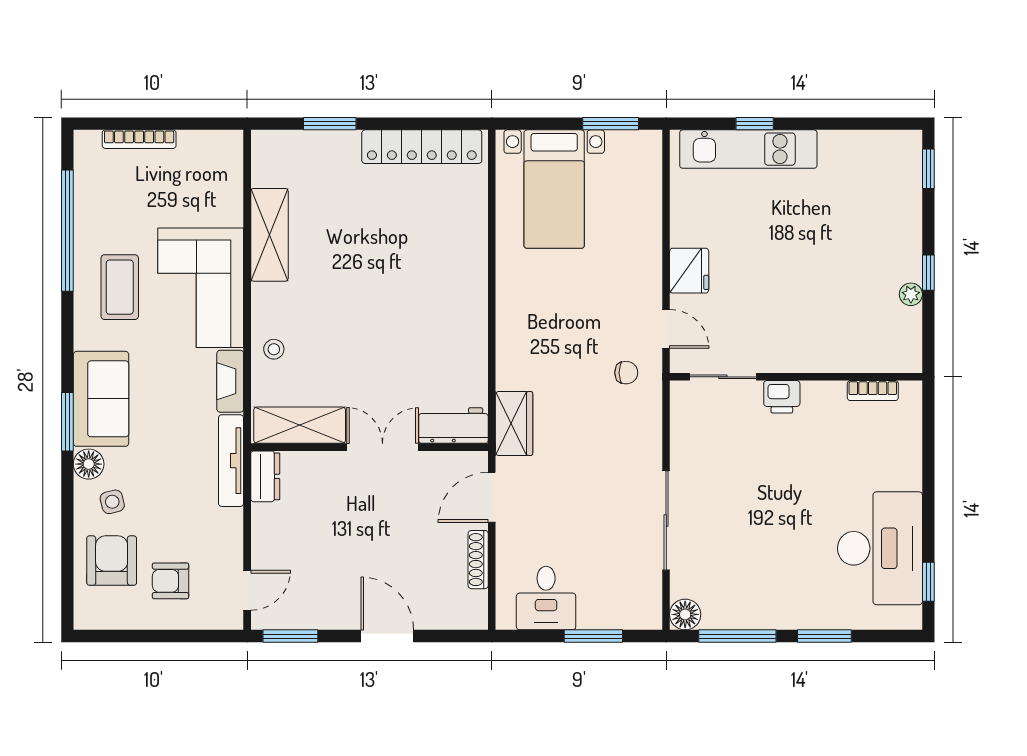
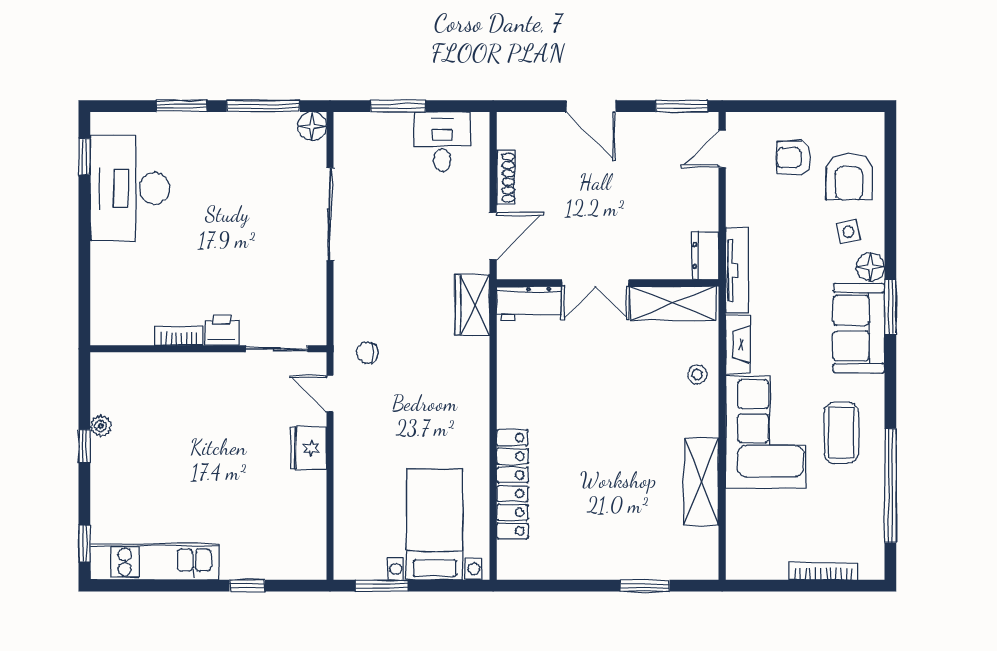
locker: (422, 147) -> (512, 484), moved, turned 90
kitchen unit: (748, 149) -> (154, 562), moved
bookcase: (873, 391) -> (179, 336), moved
armchair: (171, 581) -> (794, 158), turned 180

